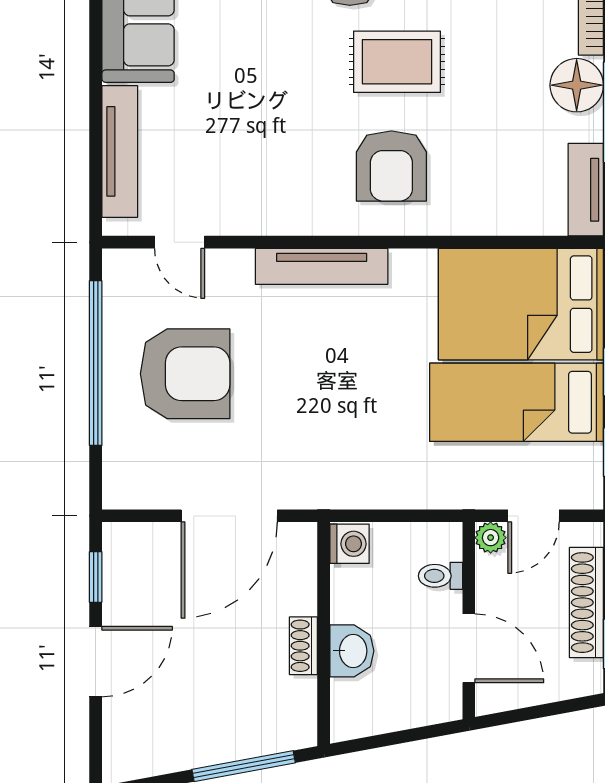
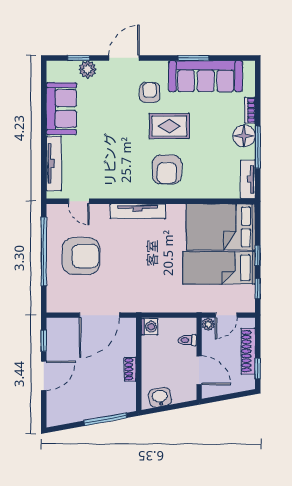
washbasin: (352, 651) -> (160, 397), moved, turned -100

